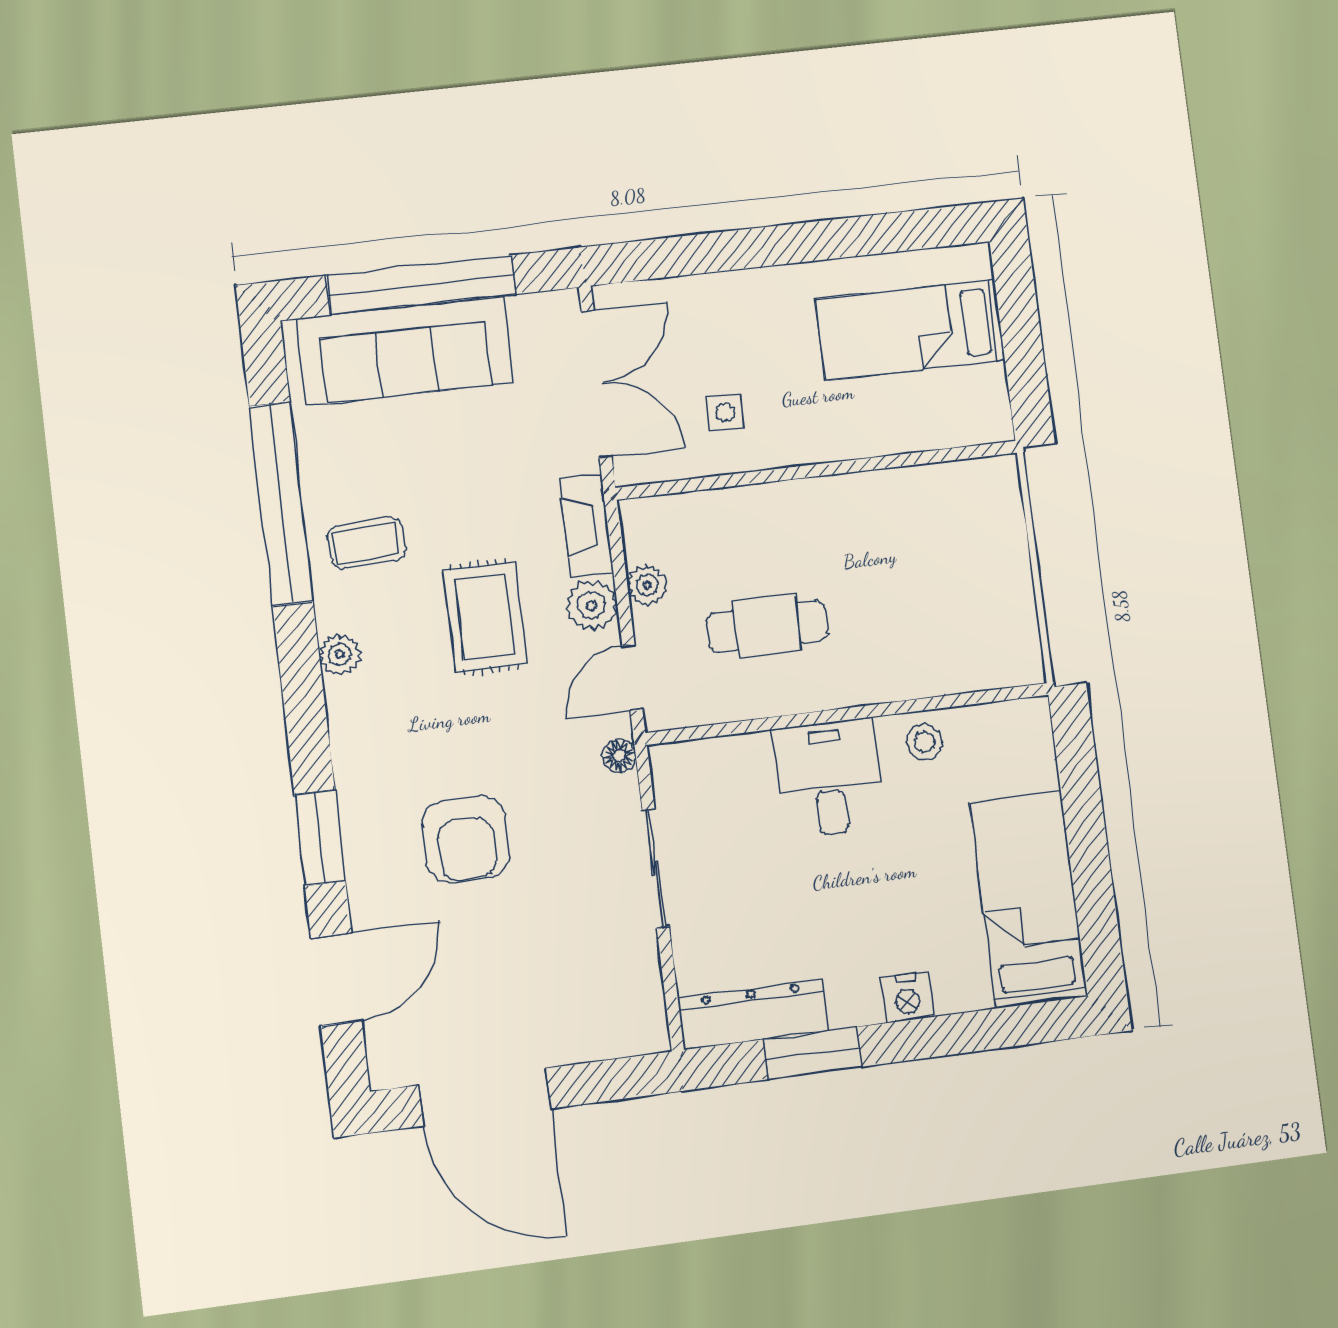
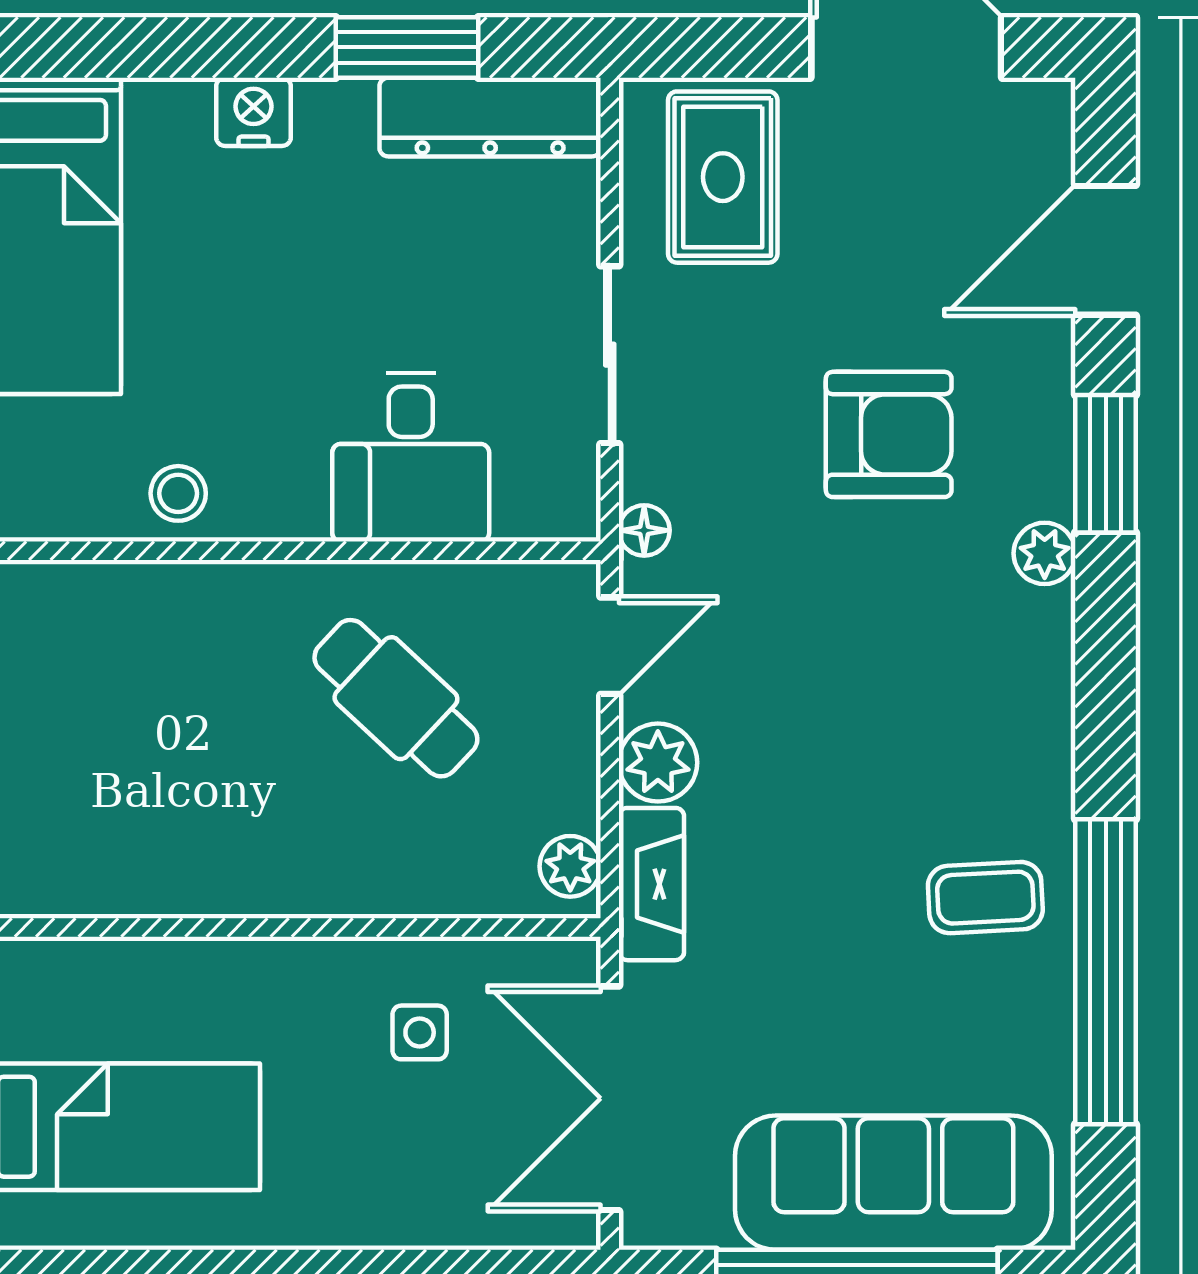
plant: (647, 585) -> (570, 866), moved
rug: (485, 617) -> (723, 177), moved
cafe table: (767, 627) -> (396, 698), turned 43
plant: (340, 654) -> (1045, 553), moved
desk: (829, 778) -> (411, 457), moved
armchair: (466, 839) -> (889, 434), turned 90

